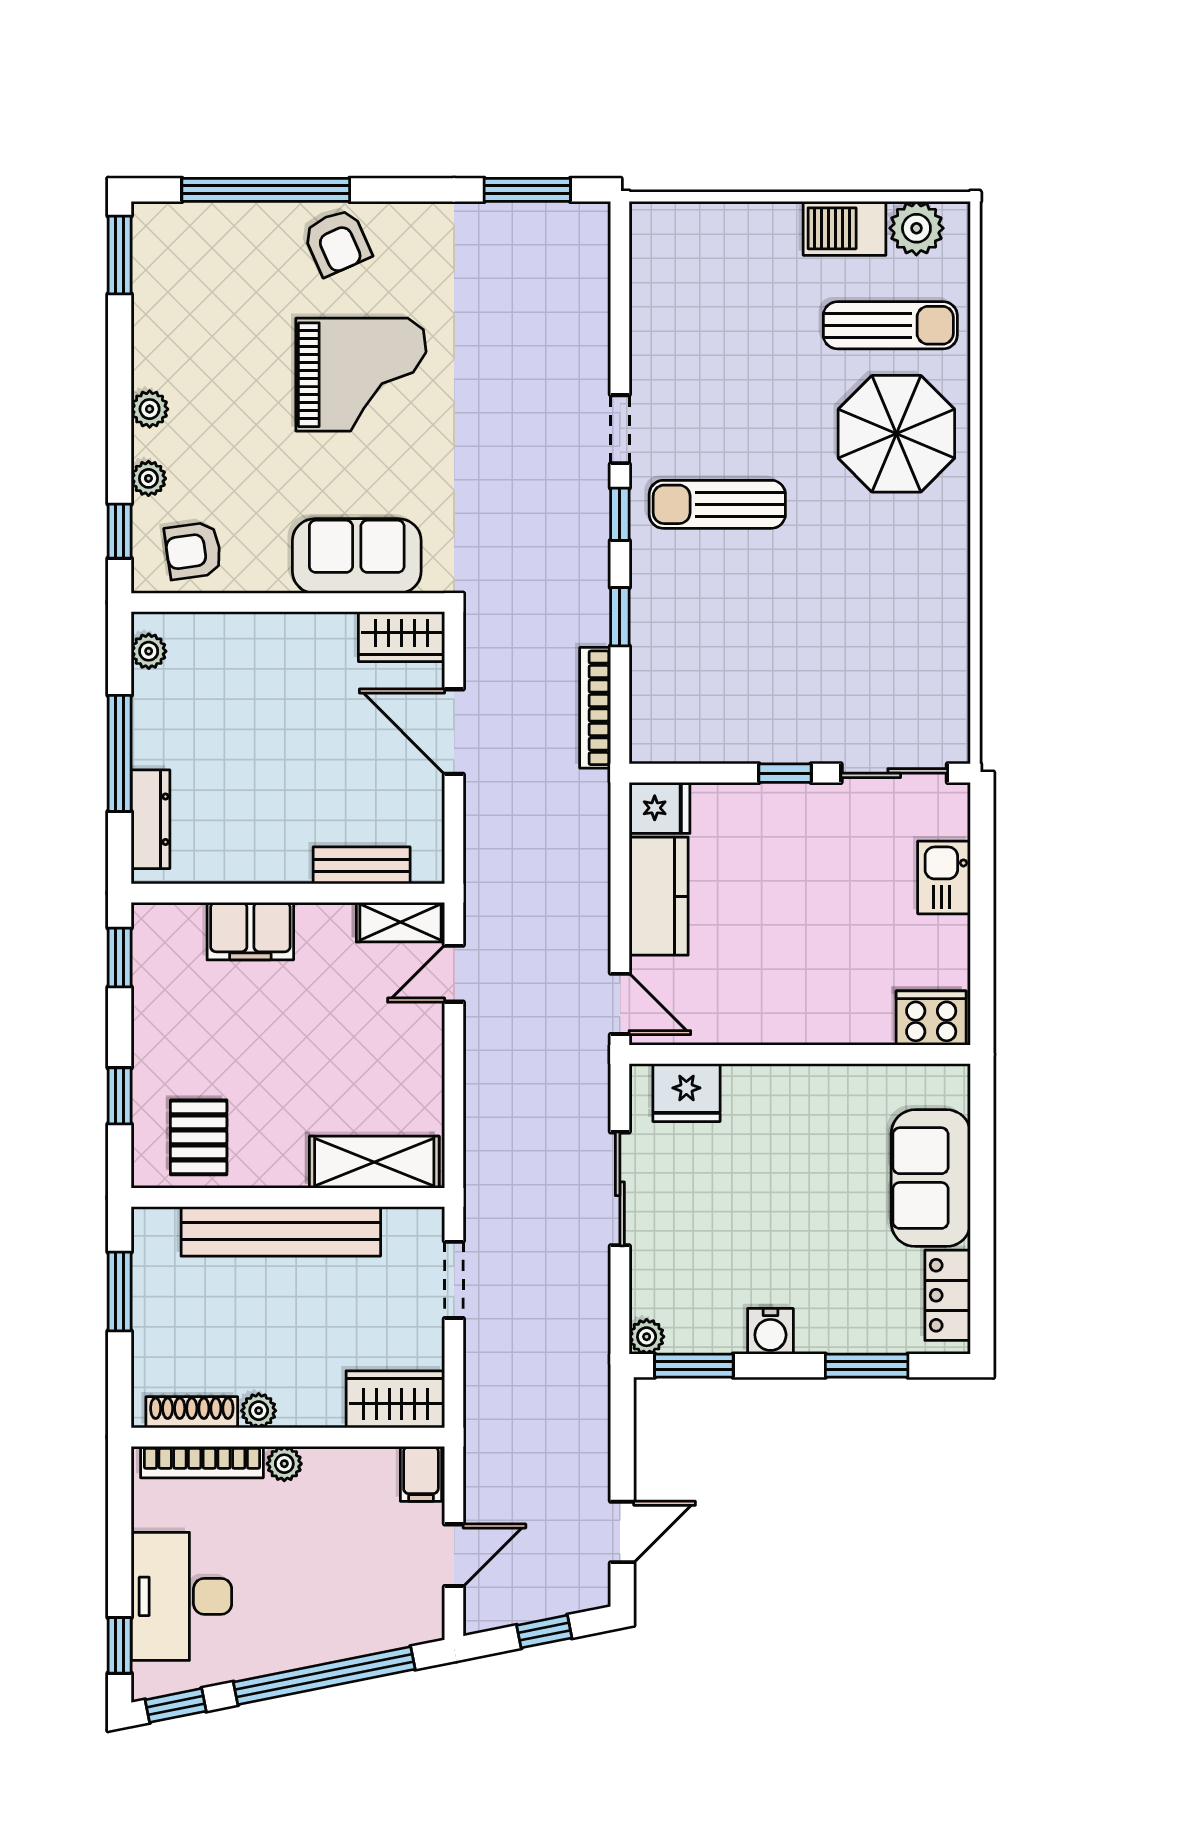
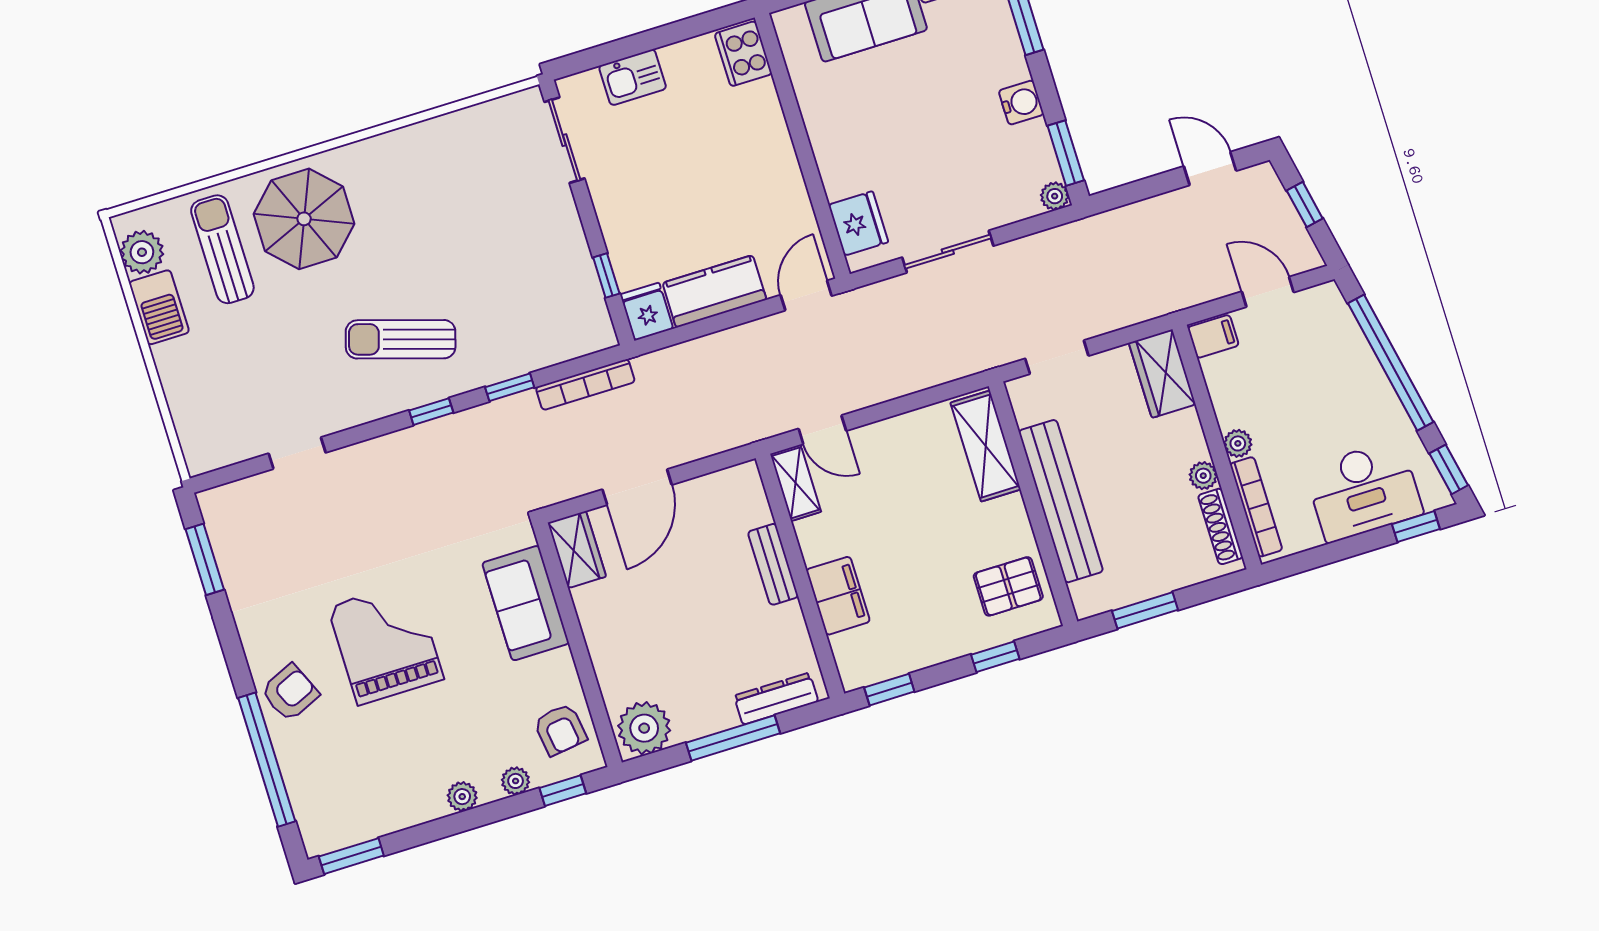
doorway: (620, 429) -> (297, 453), moved
sun lounger: (717, 504) -> (401, 339), turned 107
plant: (149, 651) -> (644, 728), width x1.87, depth x1.87
window: (785, 773) -> (606, 275), moved
bench: (362, 865) -> (773, 564), moved

